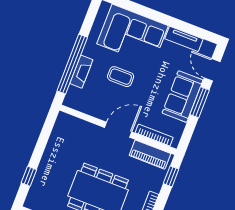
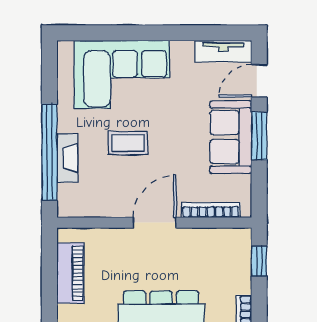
tv unit: (184, 39) -> (223, 51), moved
door: (212, 70) -> (259, 81), hinge flipped
piano: (150, 155) -> (70, 273), moved, turned -90

